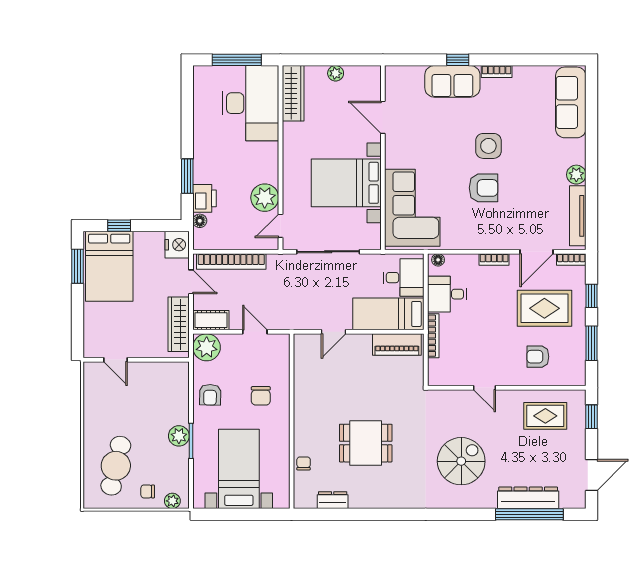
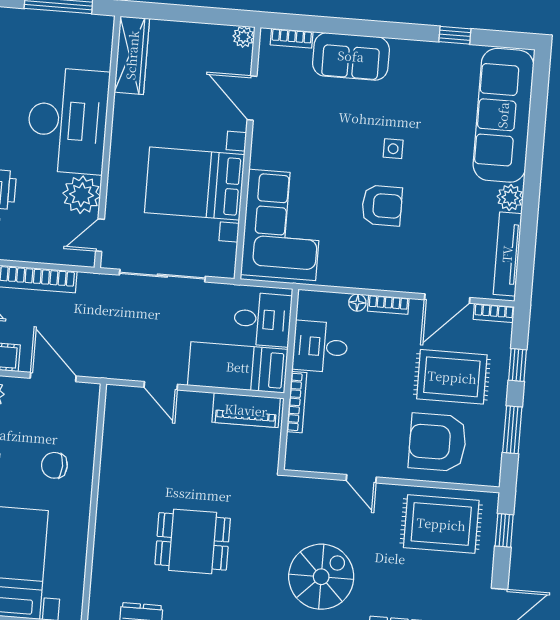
window: (458, 60) -> (455, 35), moved
bookcase: (497, 72) -> (292, 38), moved
plant: (336, 73) -> (244, 37), moved
sofa: (571, 102) -> (503, 115), width x1.36, depth x1.27
desk: (250, 103) -> (68, 121), moved
side table: (488, 146) -> (393, 149), width x0.54, depth x0.54
floor lamp: (438, 260) -> (357, 303), moved
door: (255, 332) -> (53, 377), width x1.38
door: (333, 332) -> (161, 386), hinge flipped
armchair: (538, 357) -> (437, 442), width x1.88, depth x1.88
chair: (261, 396) -> (54, 465), turned 91
rug: (545, 416) -> (441, 524), width x1.36, depth x1.43
chair: (304, 463) -> (105, 562), removed

